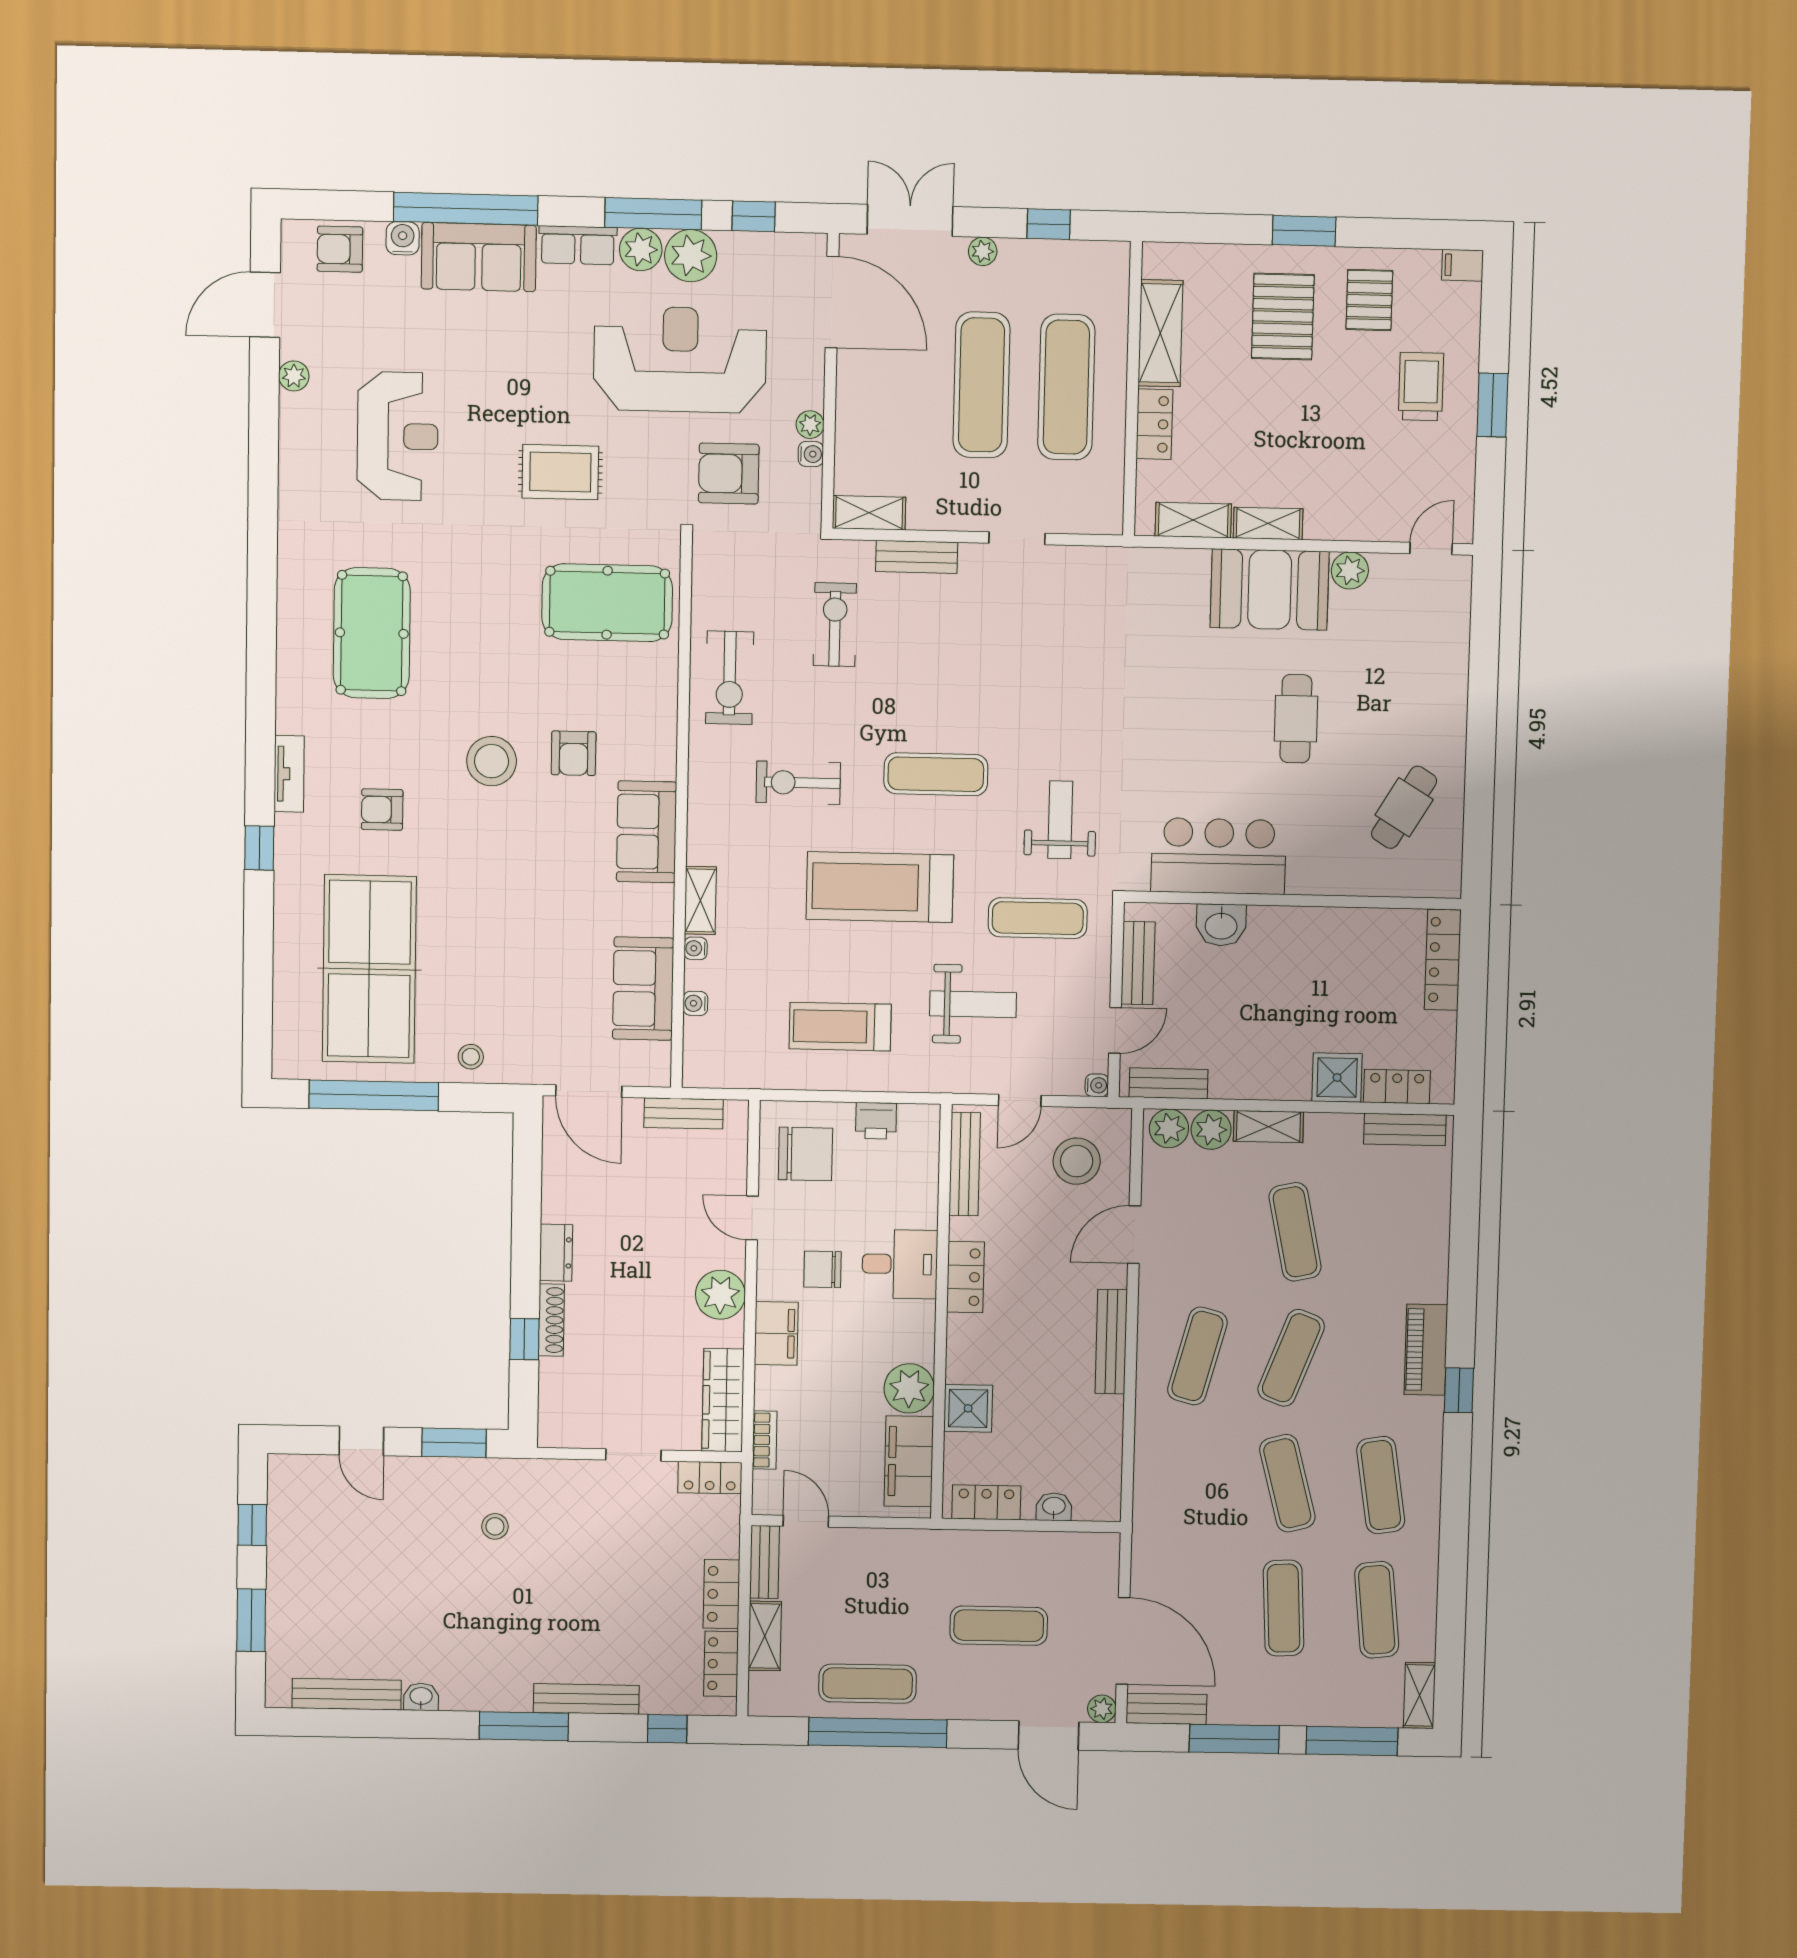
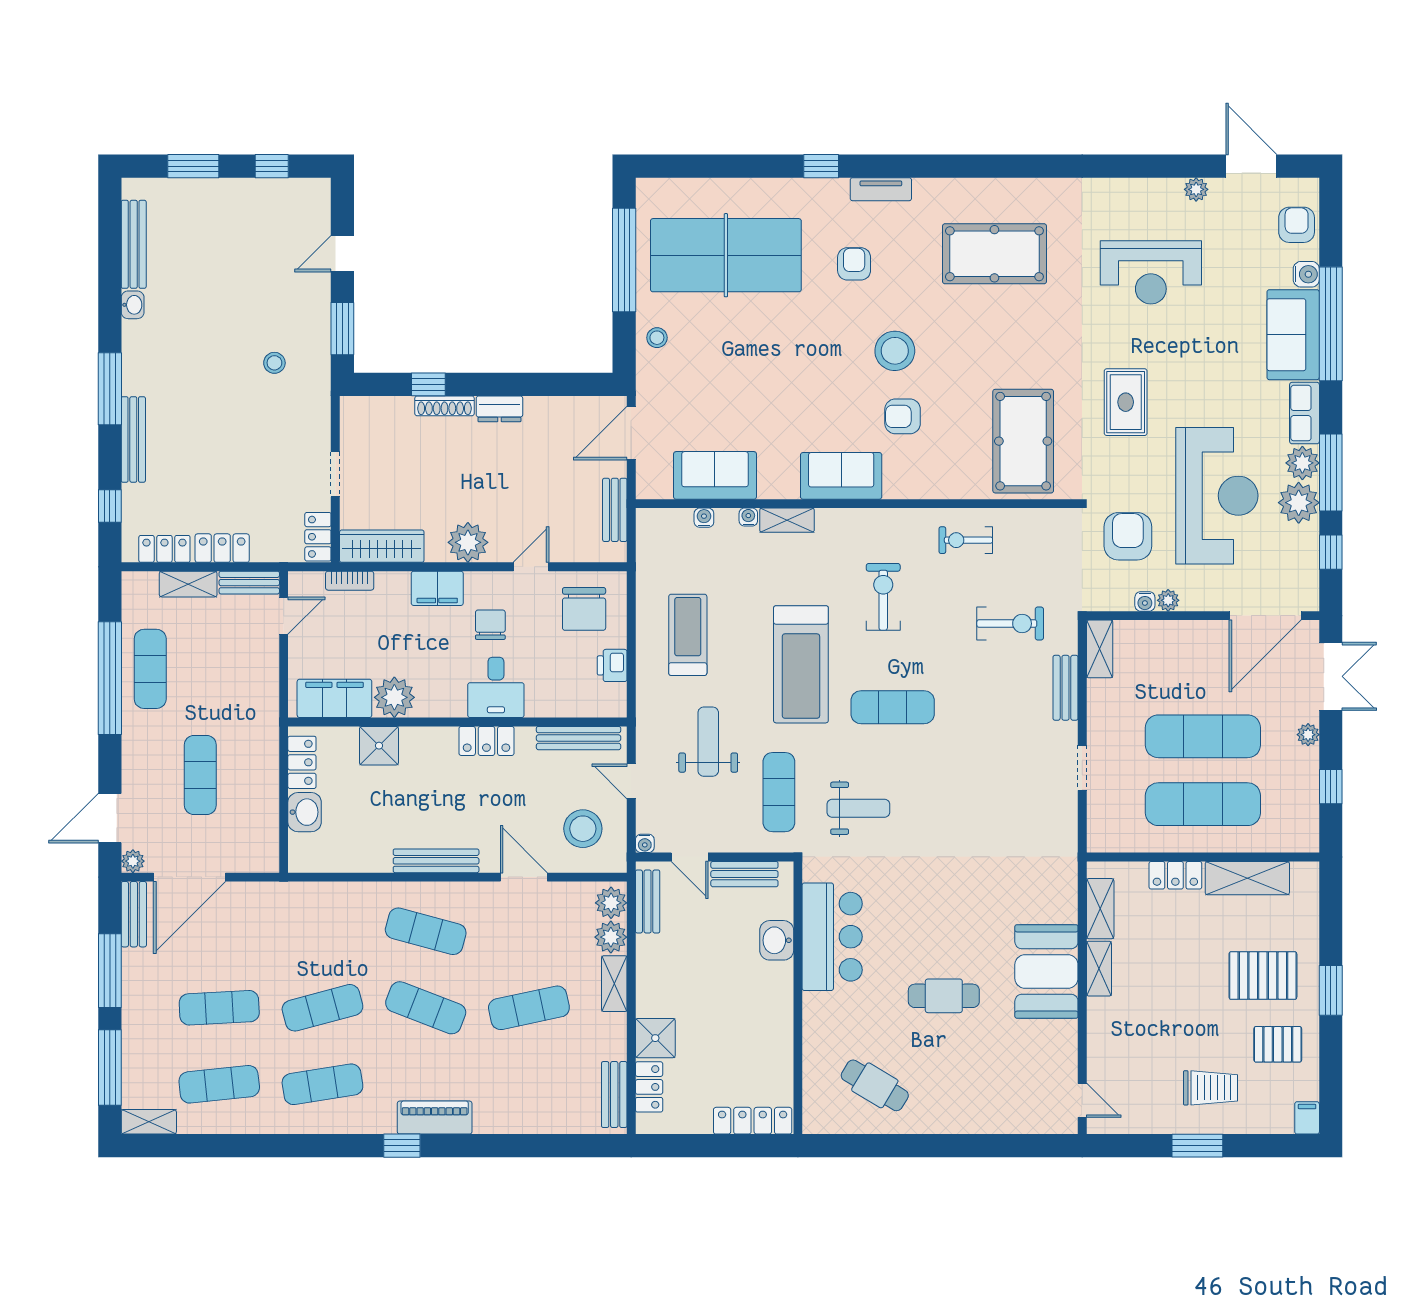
plant: (1350, 571) -> (1063, 1036), removed
exercise bike: (730, 678) -> (966, 540), width x0.73, depth x0.72
exercise mat: (936, 774) -> (893, 707), turned 90
treadmill: (880, 887) -> (801, 664), turned 180
weight bench: (973, 1004) -> (708, 742), turned 180
washbasin: (1054, 1507) -> (305, 812), width x1.38, depth x1.45

